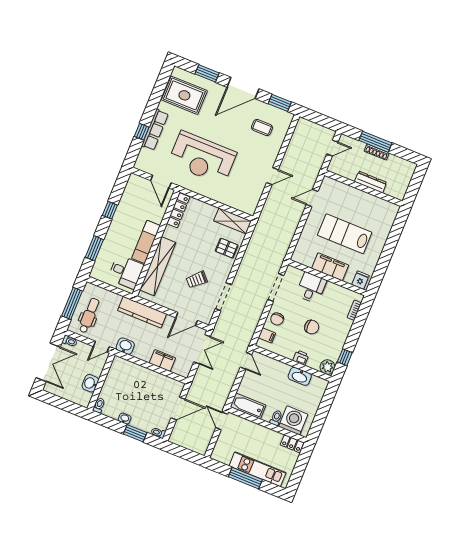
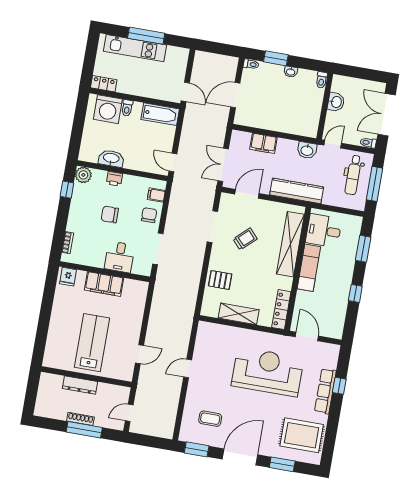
shelving: (233, 221) -> (239, 314), moved
lab bench: (345, 234) -> (92, 343), moved, turned -90

